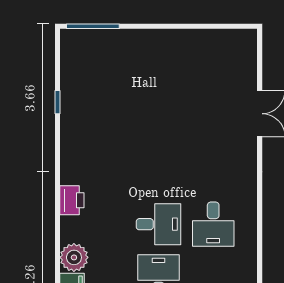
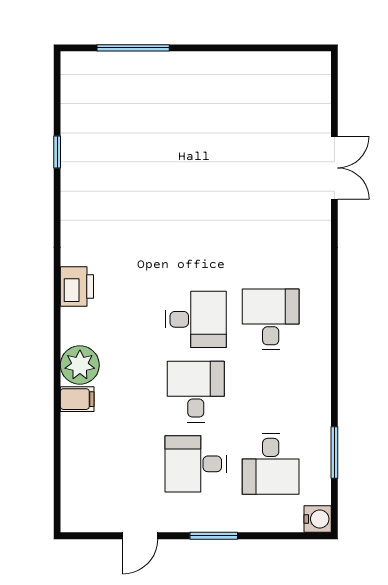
window: (93, 26) -> (133, 48), moved
desk: (213, 224) -> (271, 319), turned 180

